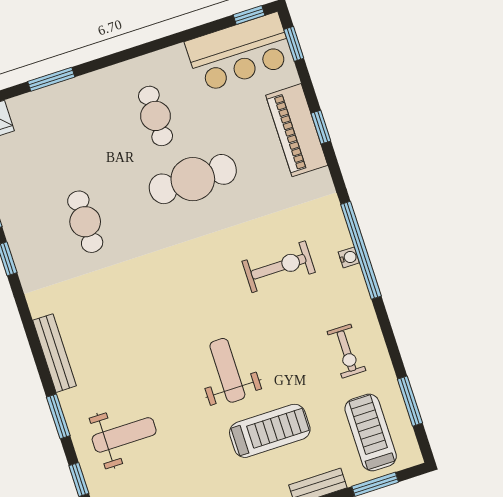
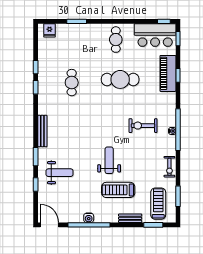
cafe table: (156, 116) -> (116, 40), moved
exercise bike: (279, 267) -> (143, 126), turned 180
exercise bike: (347, 351) -> (169, 167), moved
treadmill: (270, 431) -> (118, 190), turned 180

